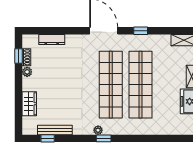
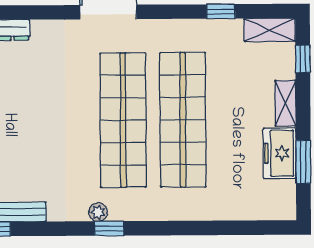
window: (141, 31) -> (221, 11), moved

